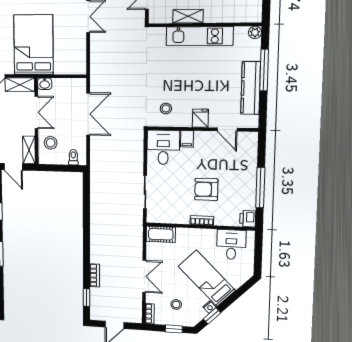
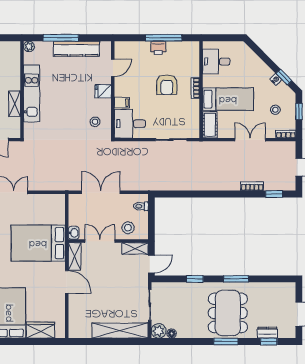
printer: (248, 219) -> (158, 48), moved
bed: (207, 278) -> (228, 99), moved, turned -135

